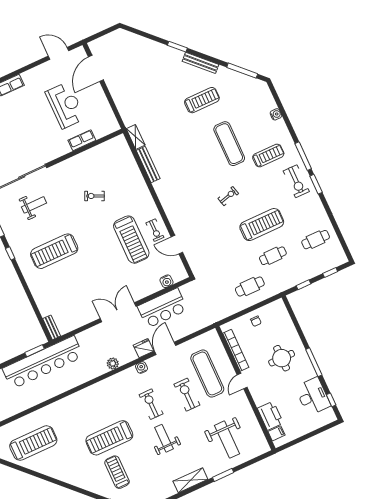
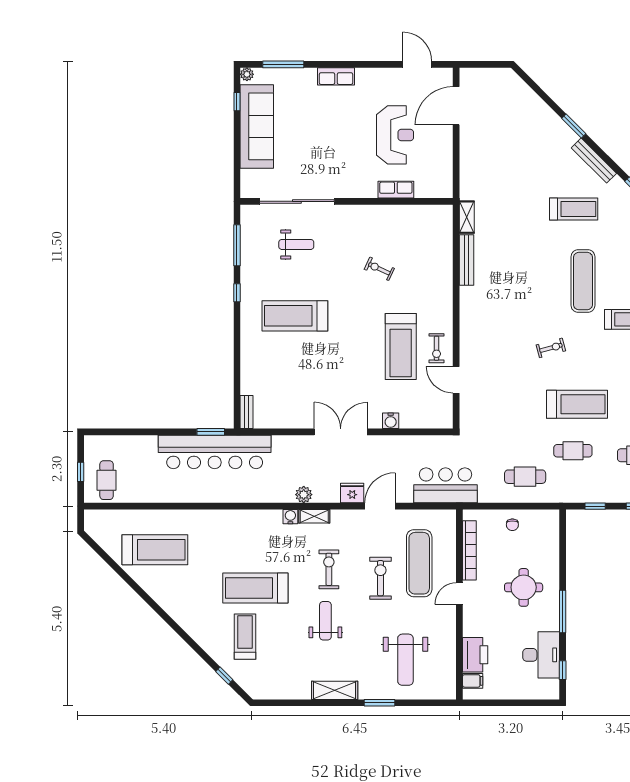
water cooler: (166, 281) -> (391, 421), moved
bar counter: (162, 308) -> (446, 485), moved, turned 180
water cooler: (141, 367) -> (290, 517), moved
shelving: (126, 374) -> (314, 516), added

